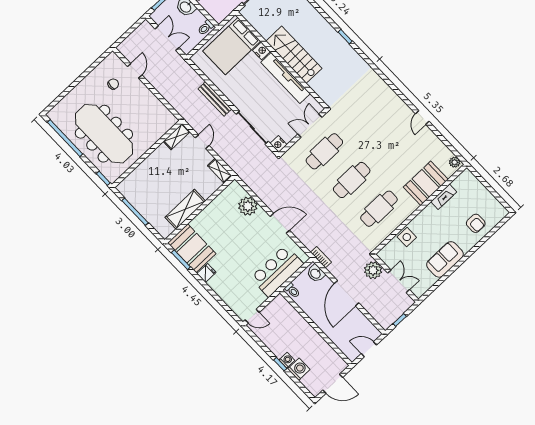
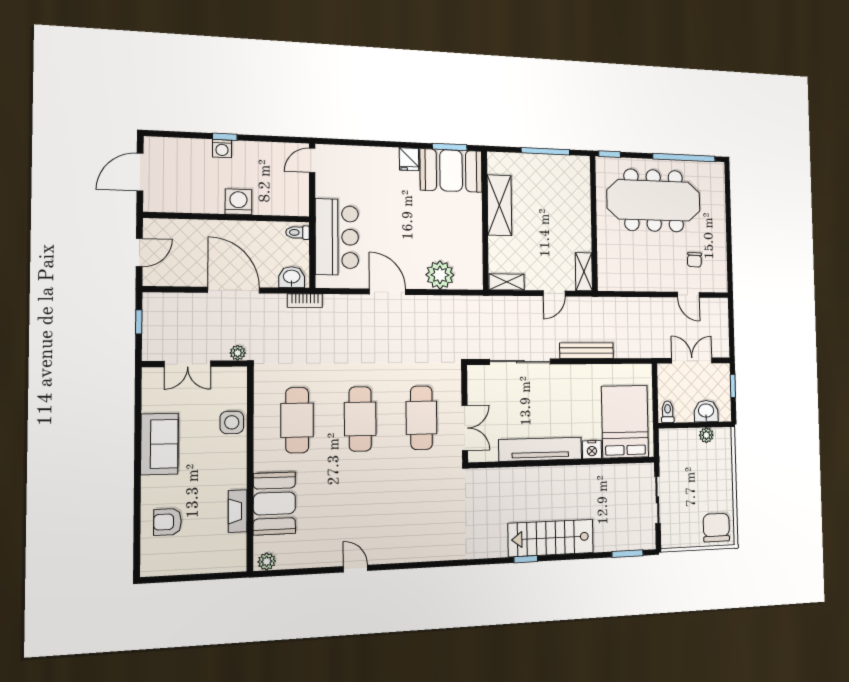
double door: (167, 38) -> (692, 361), swing flipped
stairs: (294, 55) -> (551, 538), moved, turned 180
door: (202, 142) -> (554, 293), hinge flipped
nightstand: (279, 144) -> (476, 374), removed
door: (280, 223) -> (388, 292), swing flipped
plant: (373, 270) -> (238, 353), width x0.53, depth x0.53
washing machine: (299, 369) -> (238, 202), moved, turned 180

